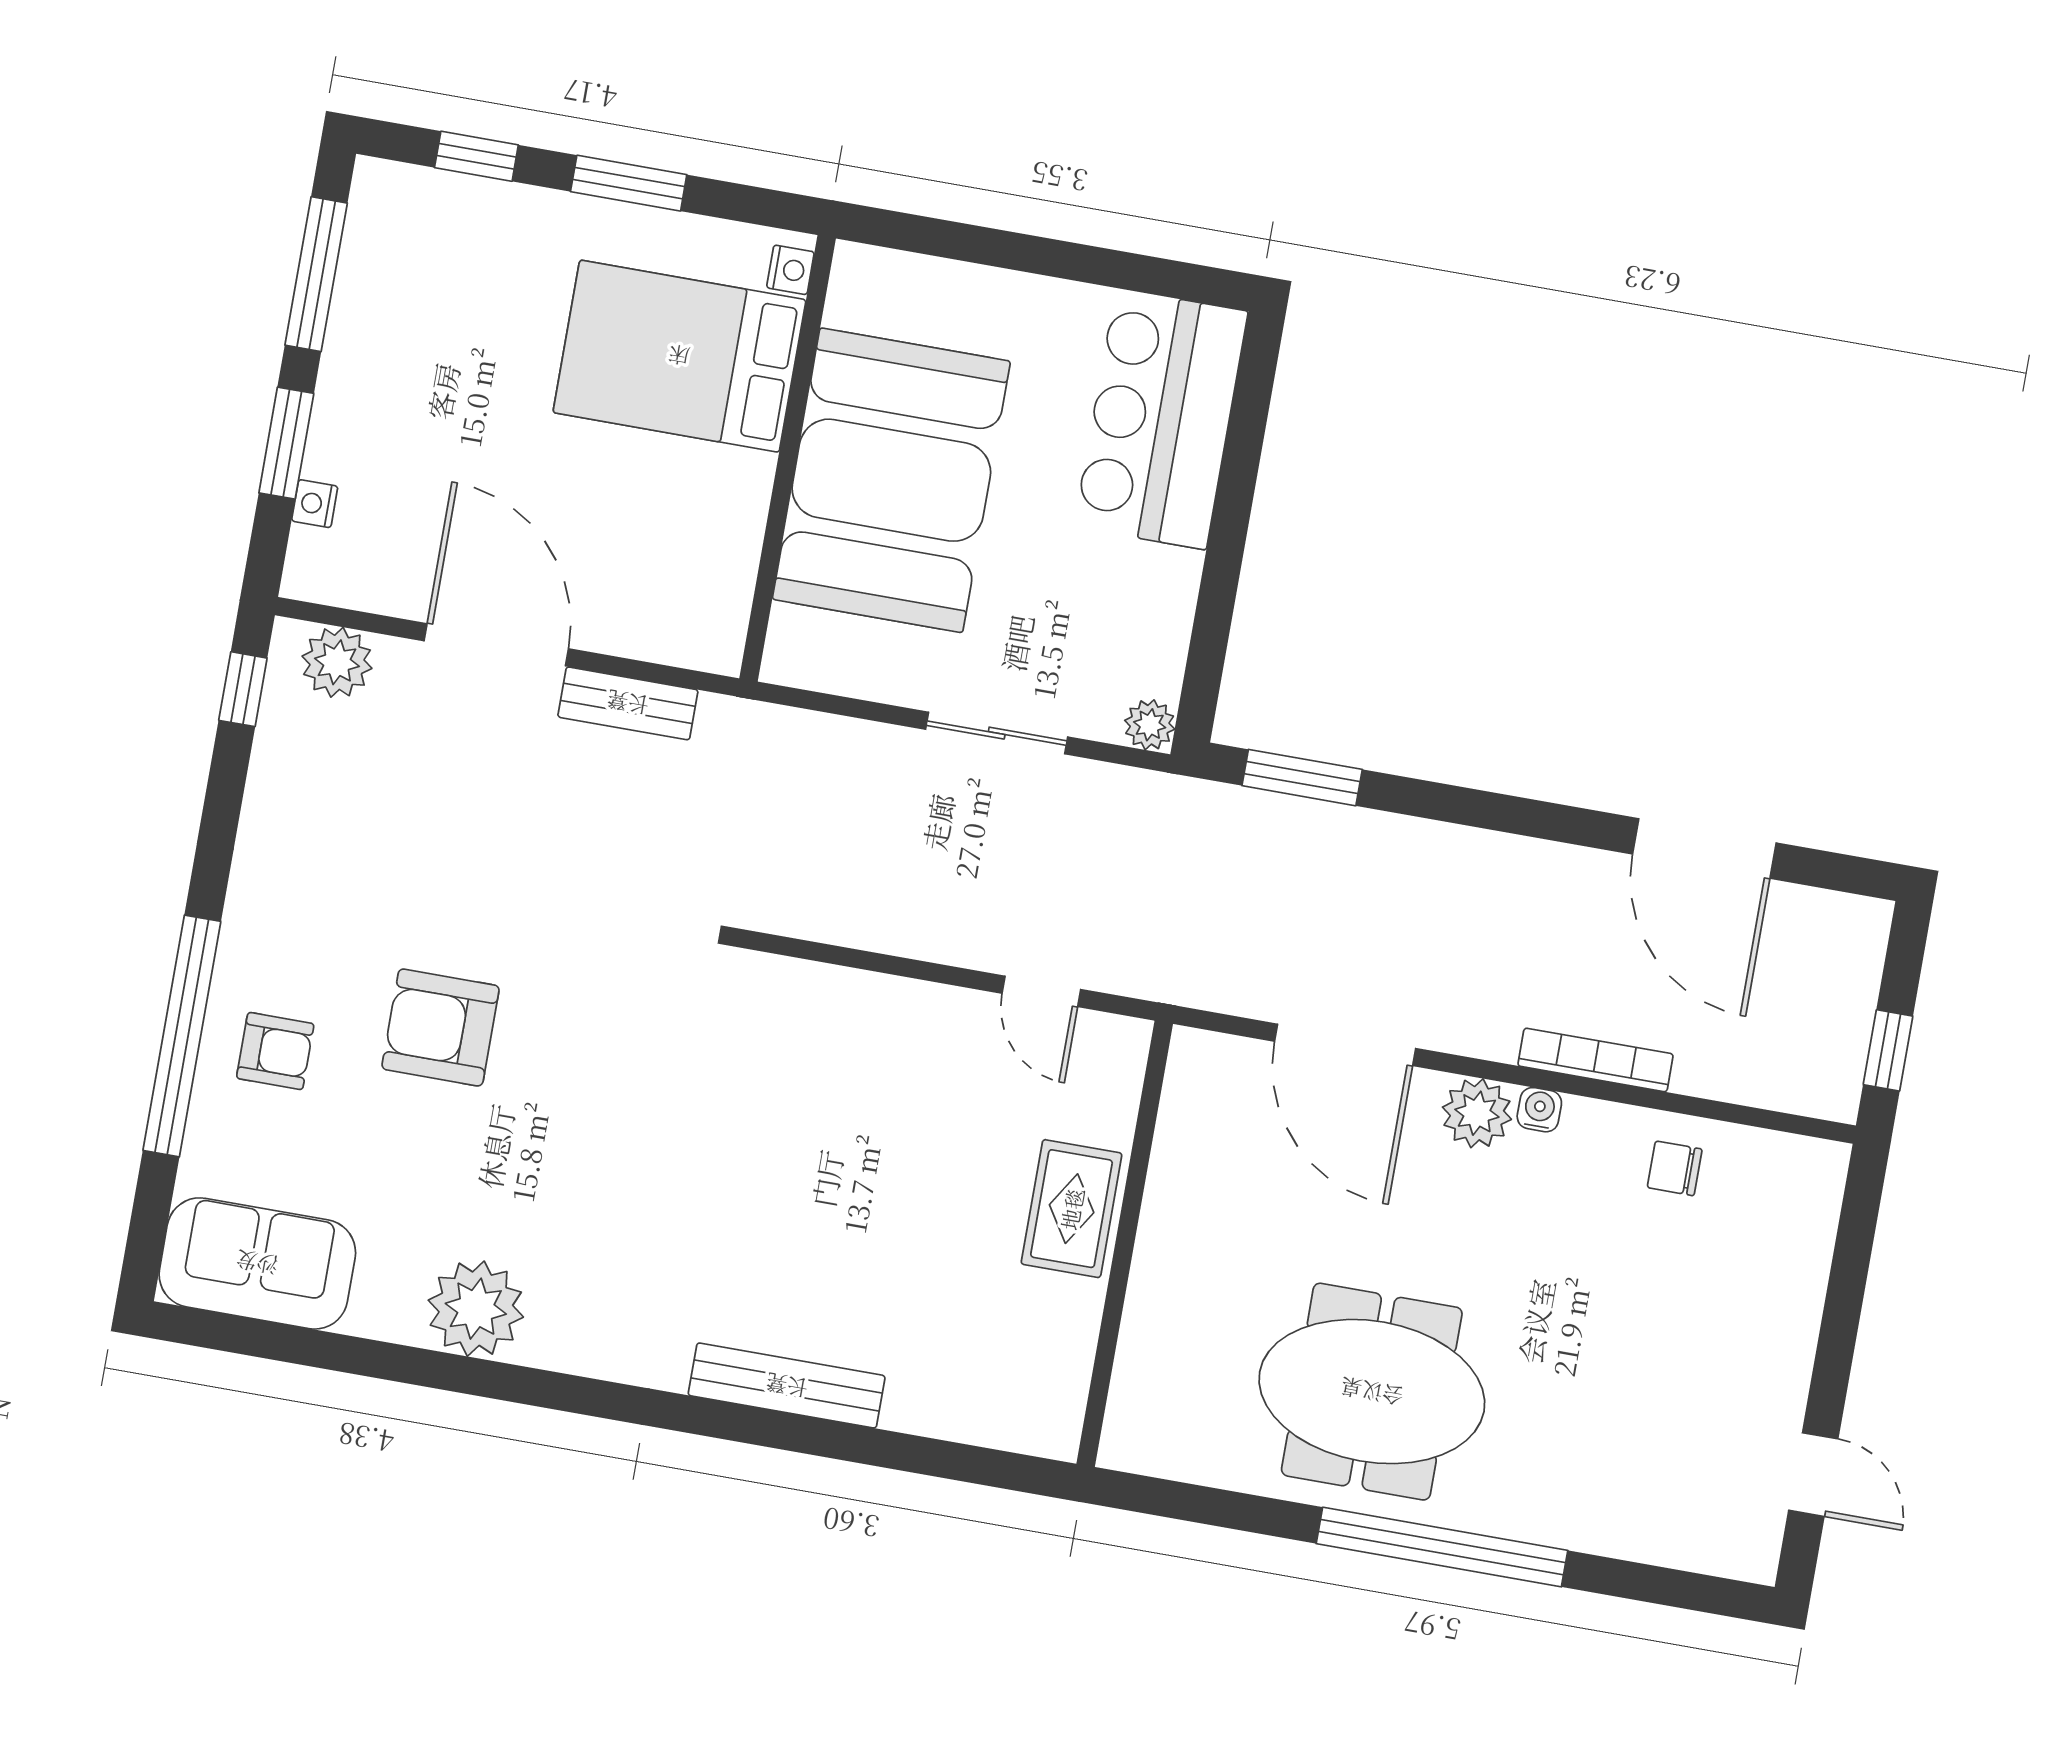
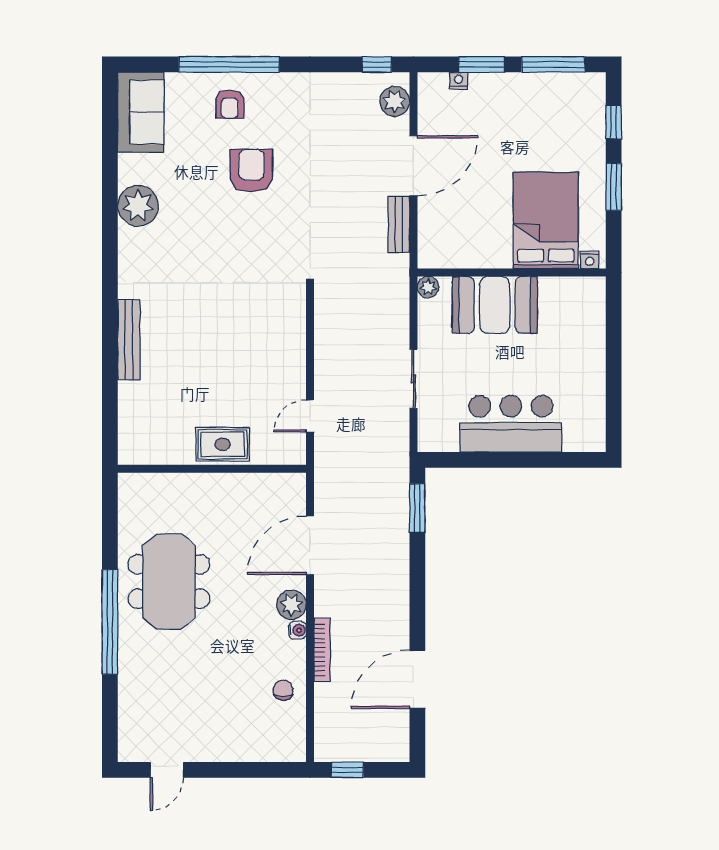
bar counter: (1161, 419) -> (511, 424), moved
booth: (891, 480) -> (495, 305), width x0.73, depth x0.70
plant: (1150, 725) -> (428, 287), moved

